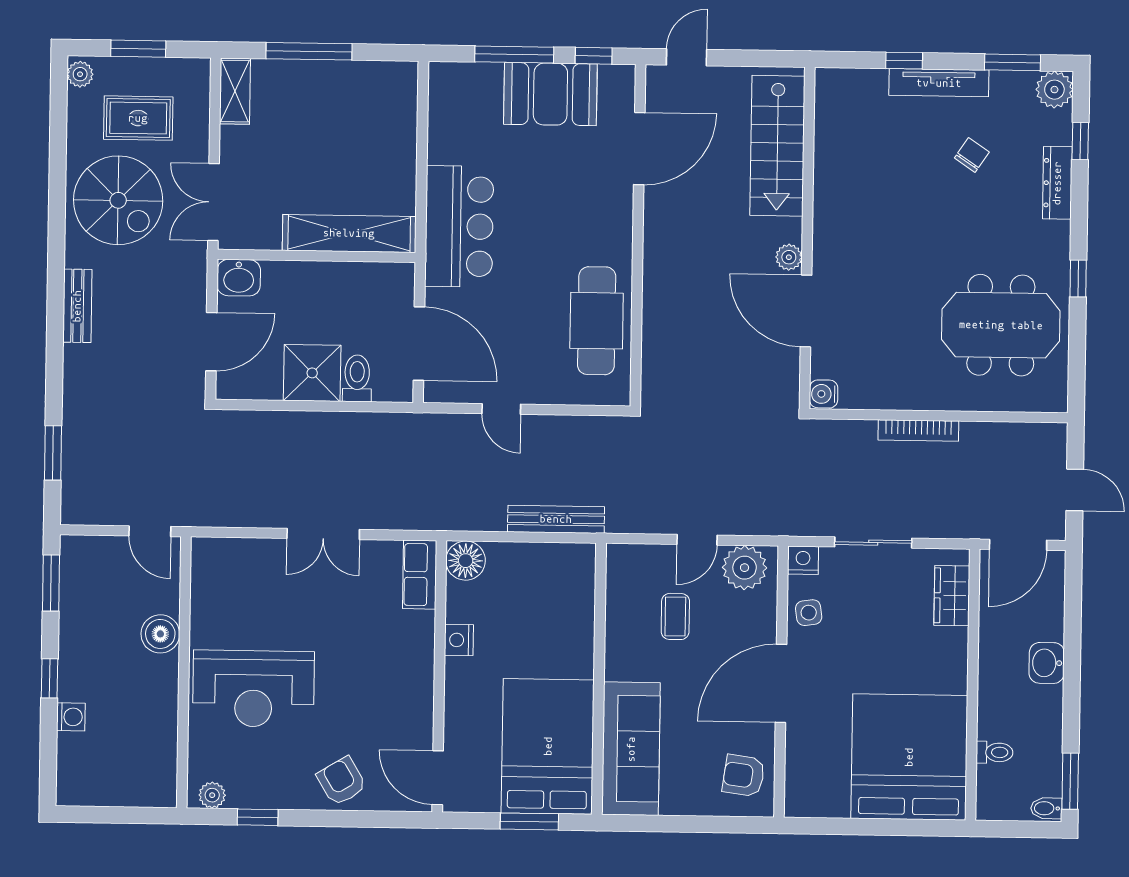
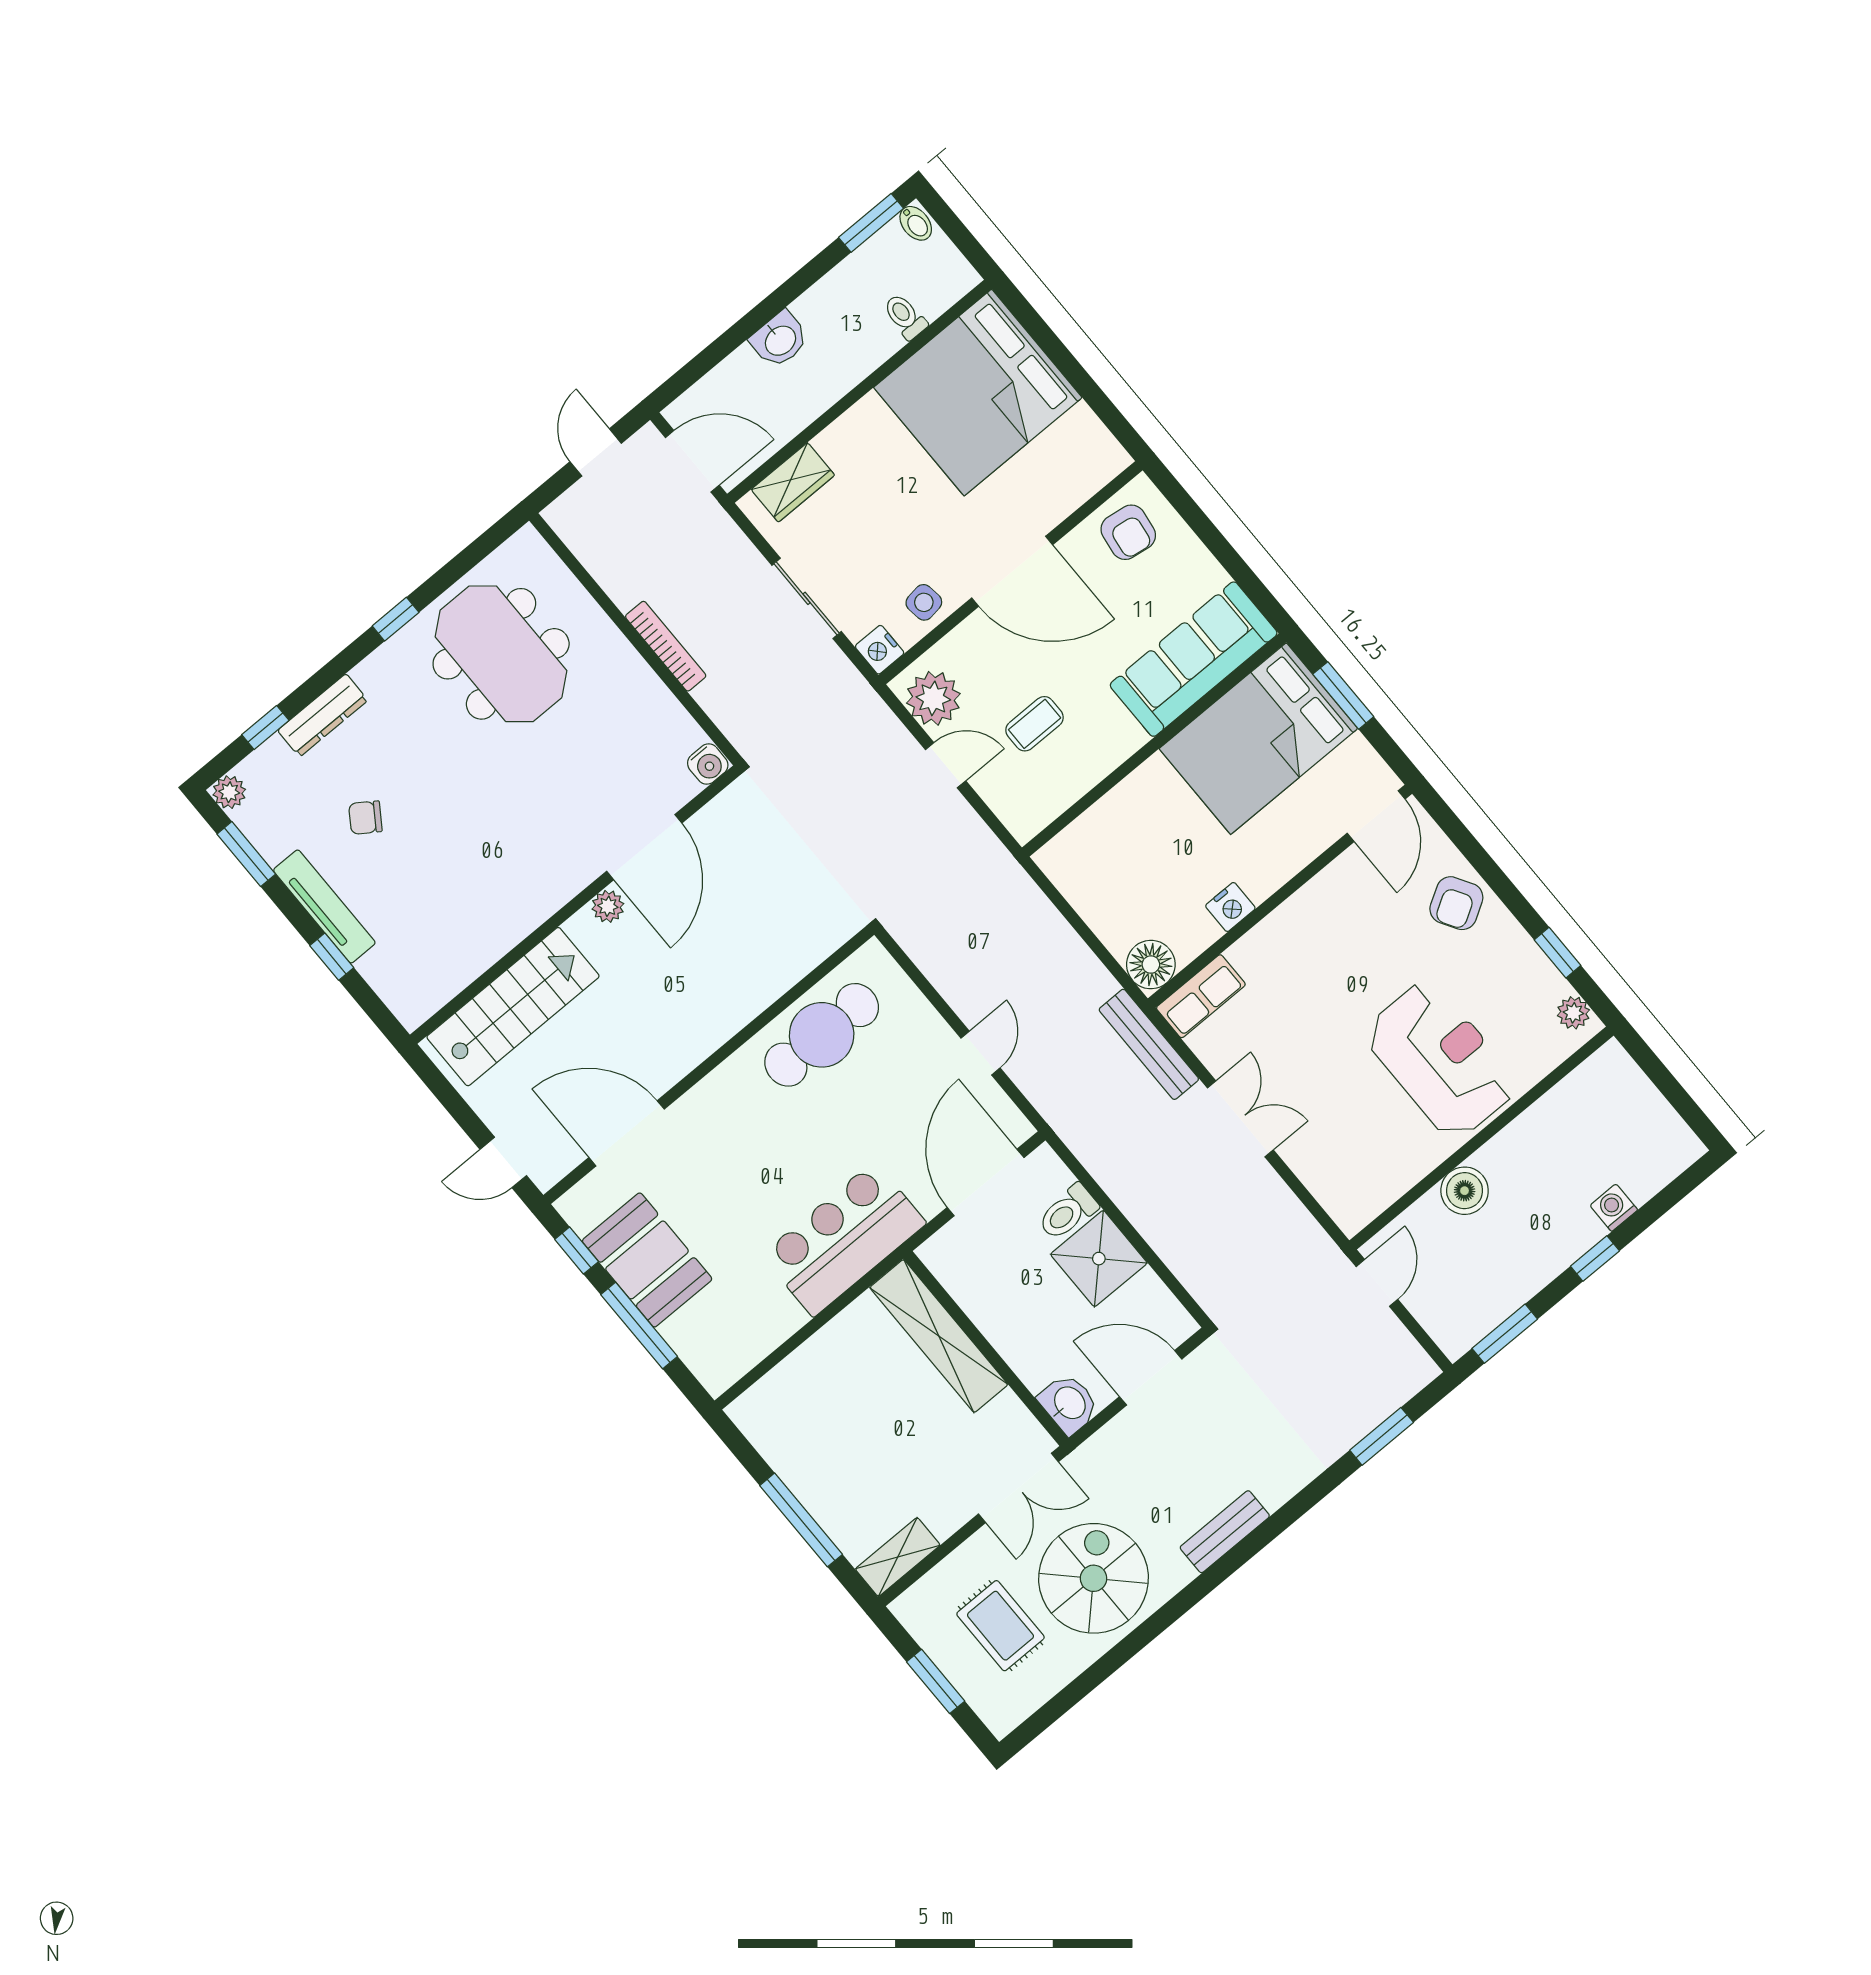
plant: (80, 74) -> (1006, 1715), removed
plant: (1054, 90) -> (229, 792), width x0.73, depth x0.73
bench: (556, 519) -> (1149, 1044), moved

